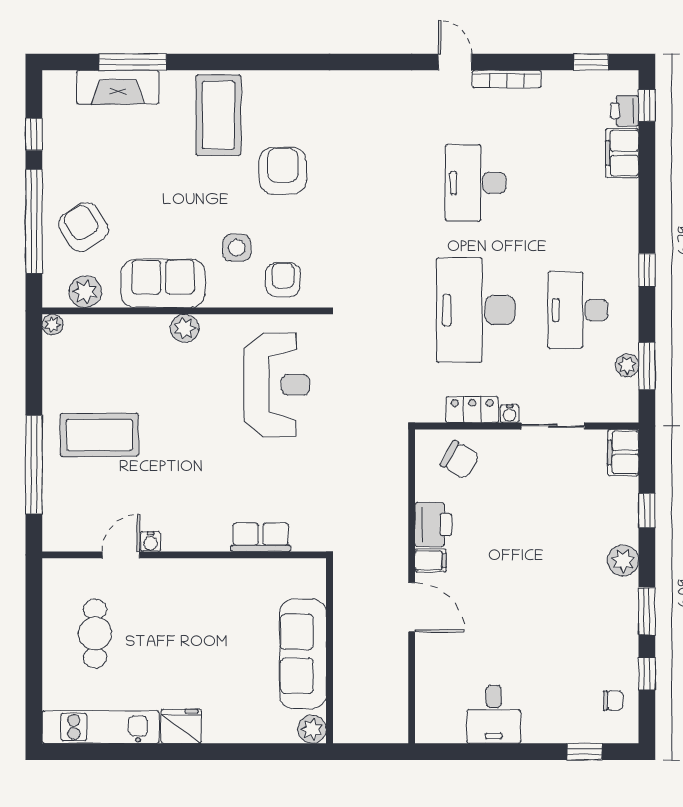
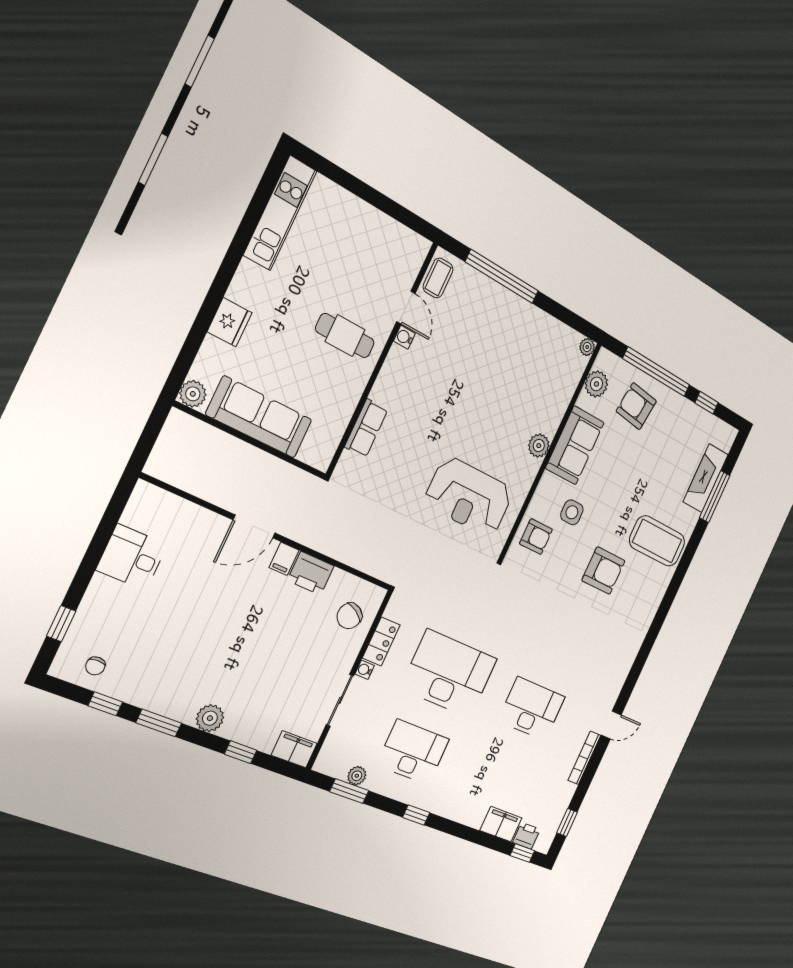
armchair: (84, 227) -> (636, 406), turned -141
coffee table: (99, 435) -> (438, 278), moved, width x0.54, depth x0.58
cafe table: (95, 633) -> (345, 336), moved
fridge: (181, 726) -> (230, 322), moved

